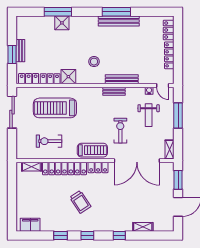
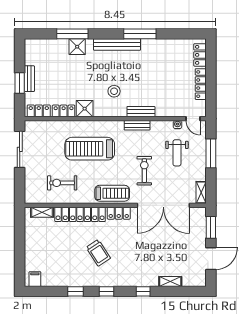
bench: (119, 21) -> (117, 44), moved
bench: (122, 79) -> (141, 112), width x0.73
treadmill: (55, 108) -> (90, 149), moved
filing cabinet: (30, 225) -> (35, 279), width x0.50

